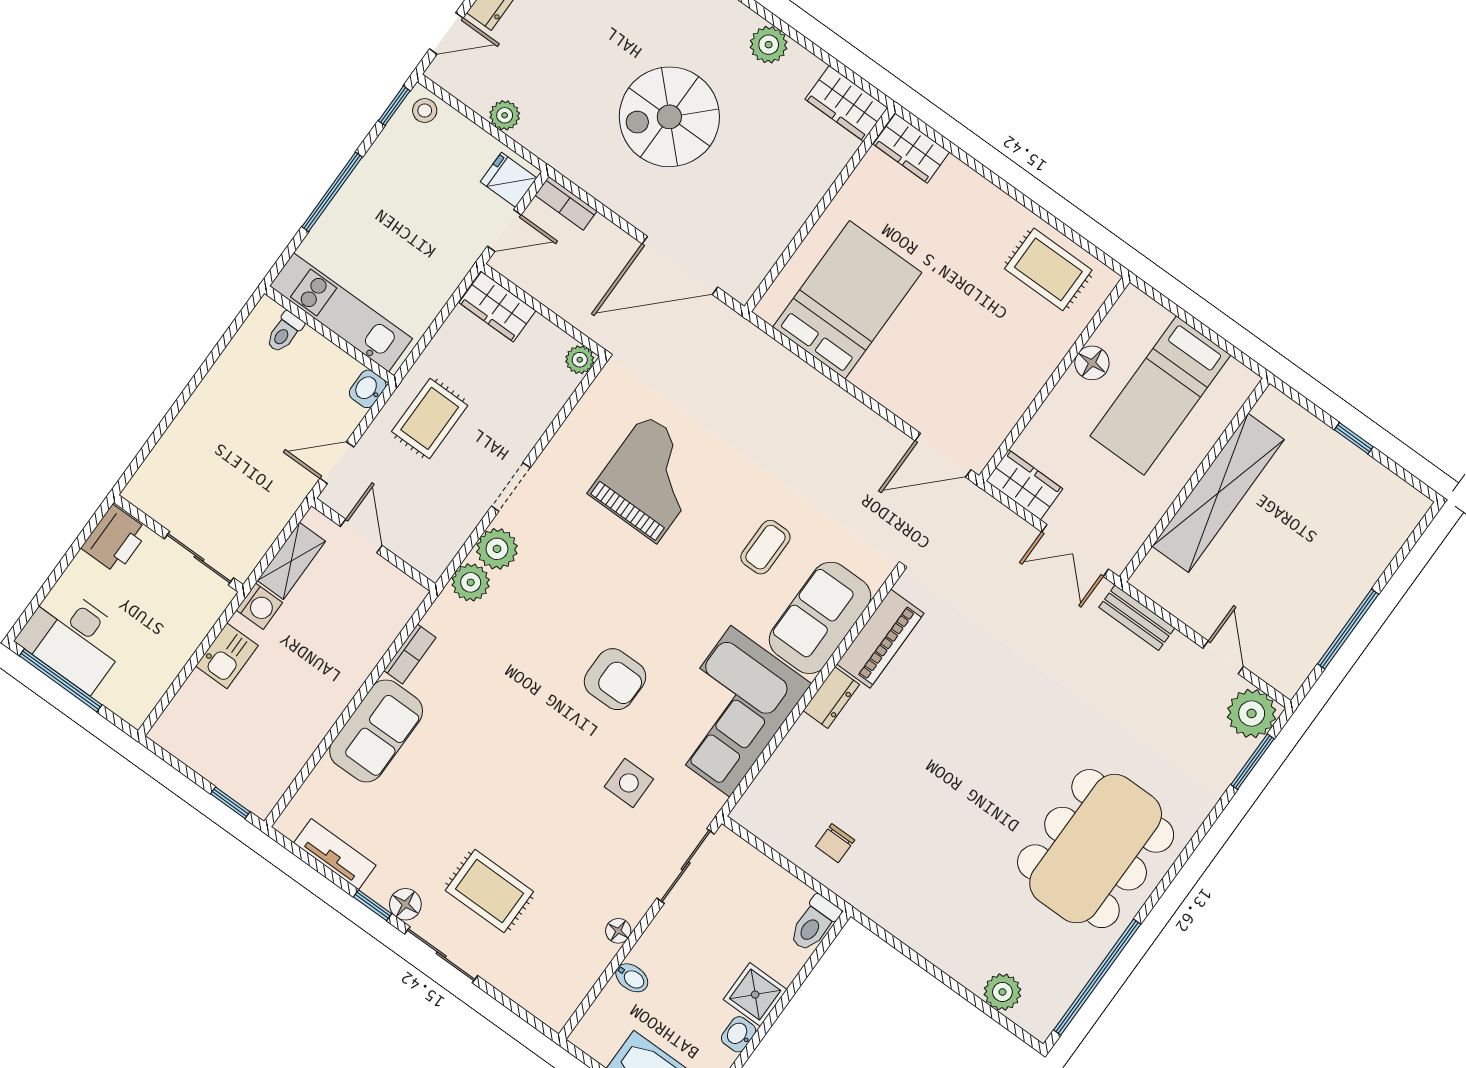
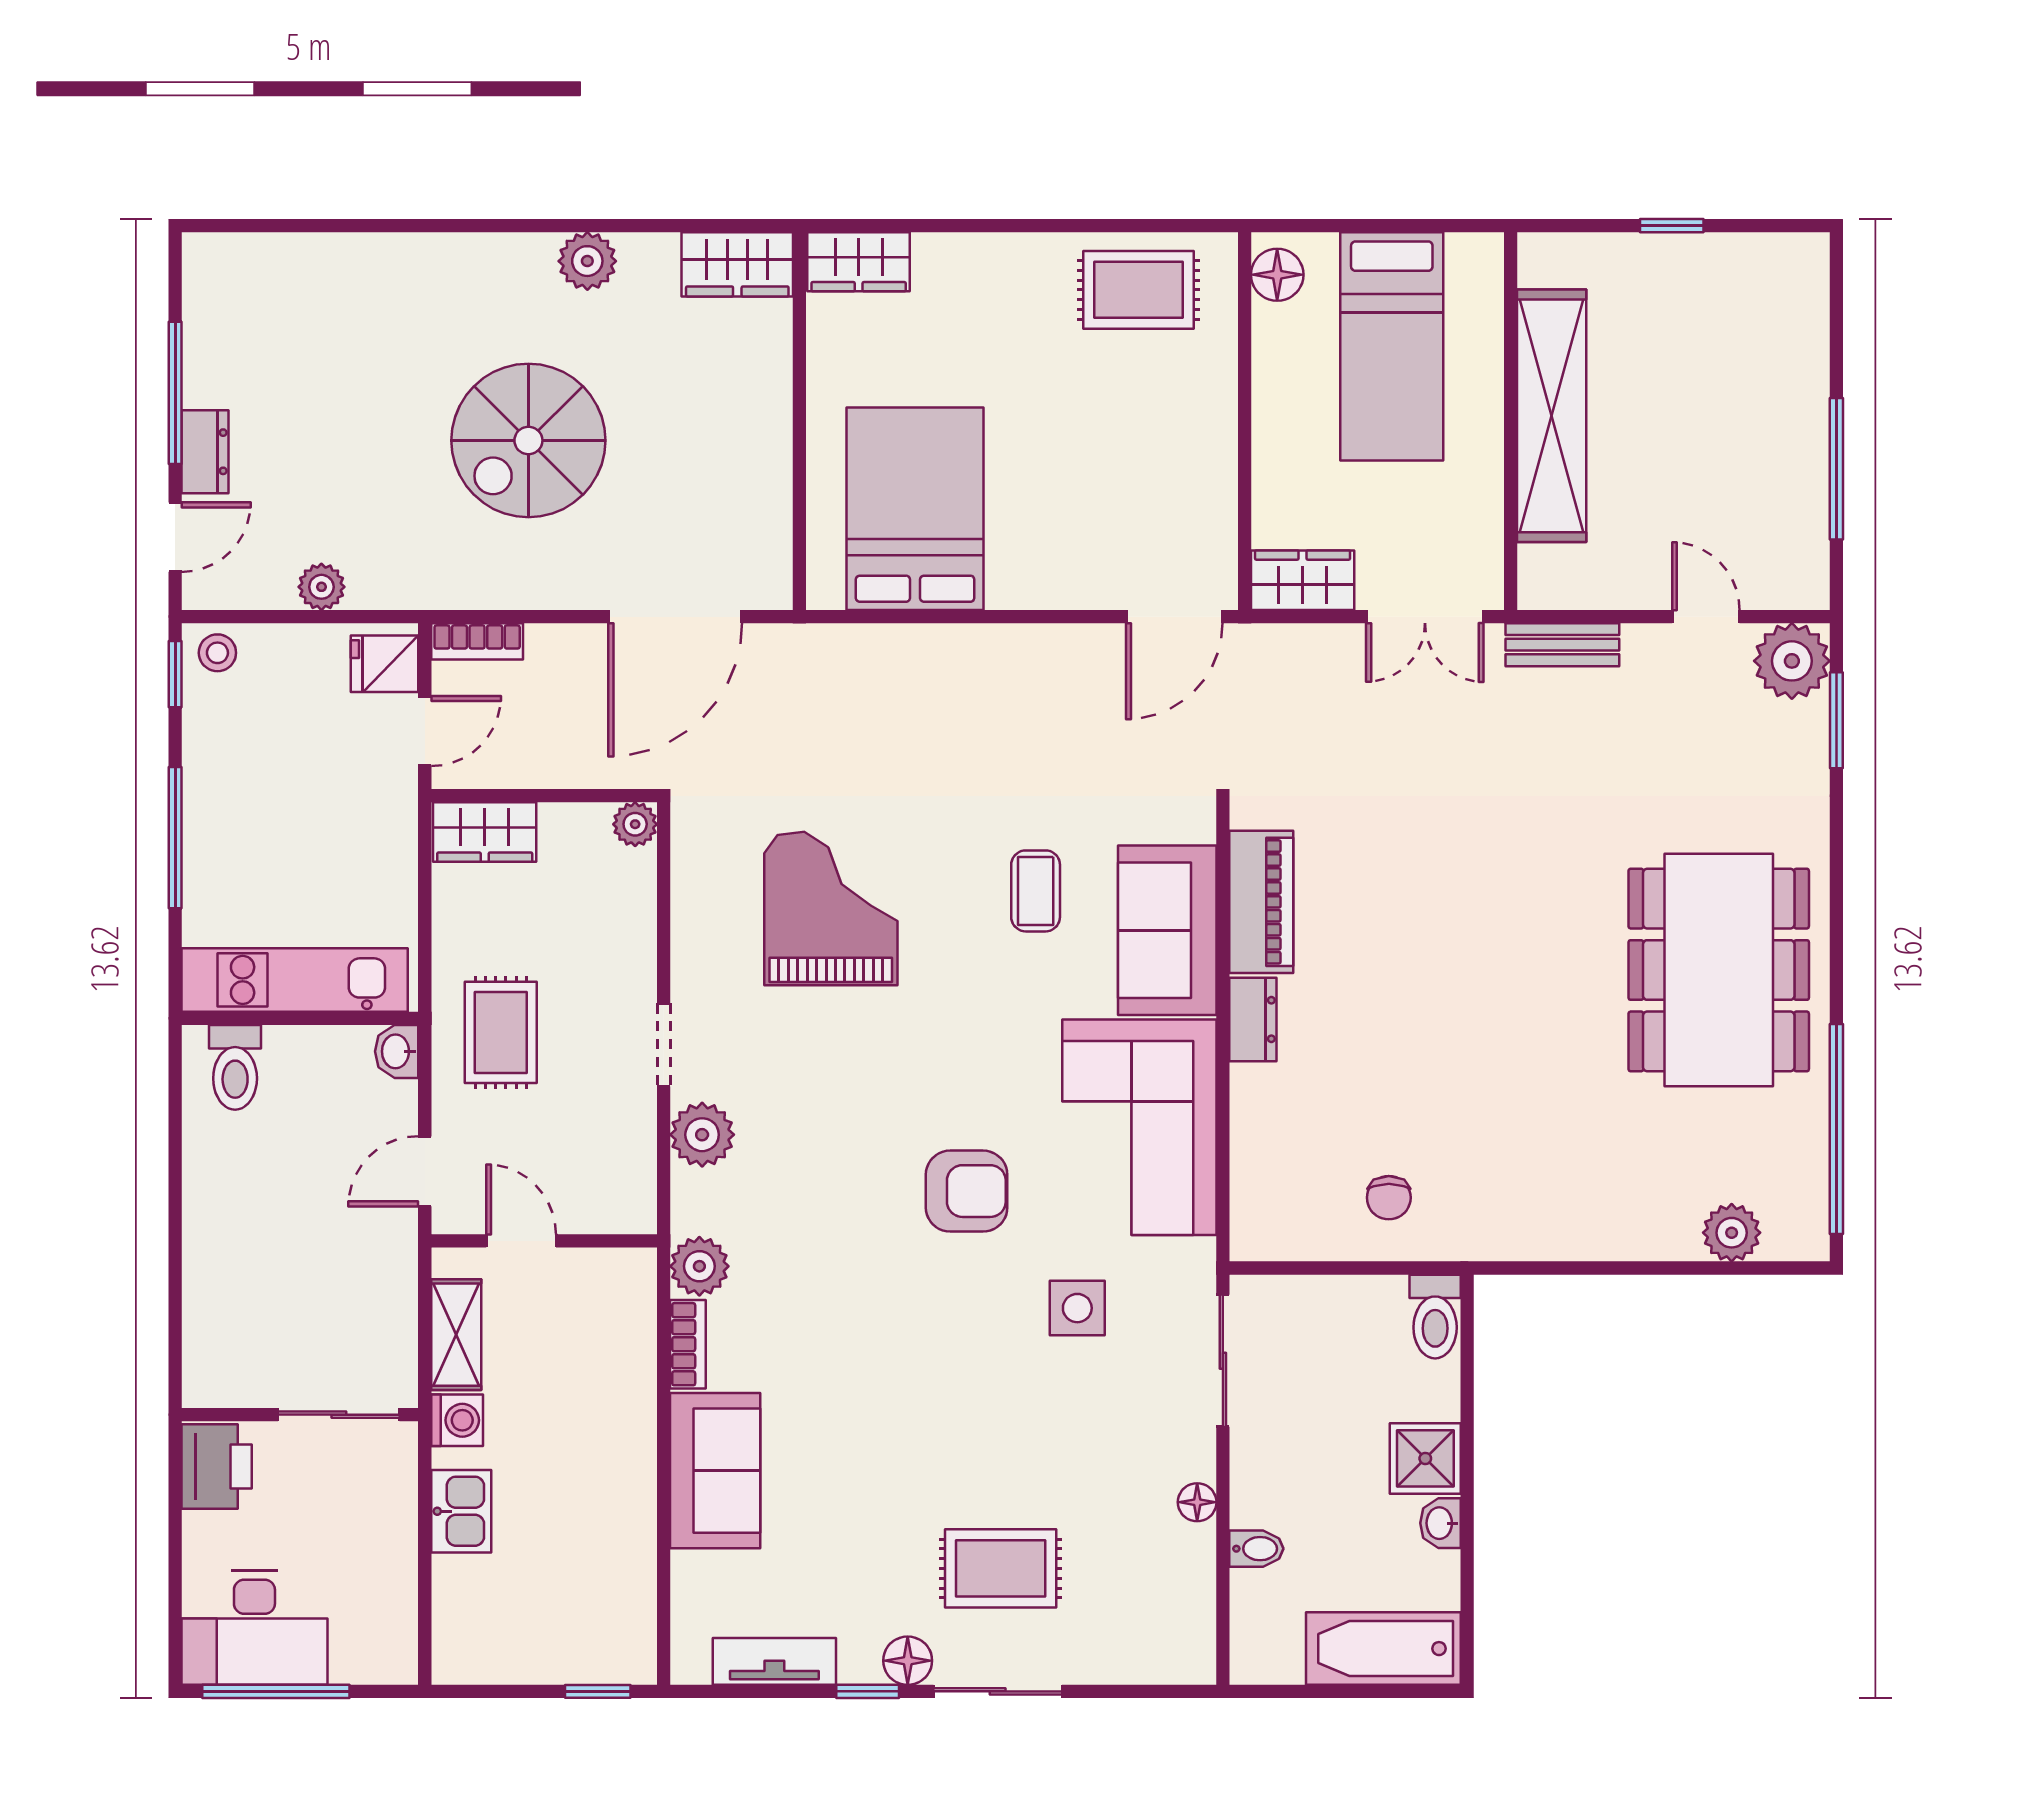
toilet: (285, 332) -> (235, 1067), width x1.37, depth x1.39
floor lamp: (1092, 363) -> (1277, 275), moved
plant: (471, 582) -> (699, 1266), moved

